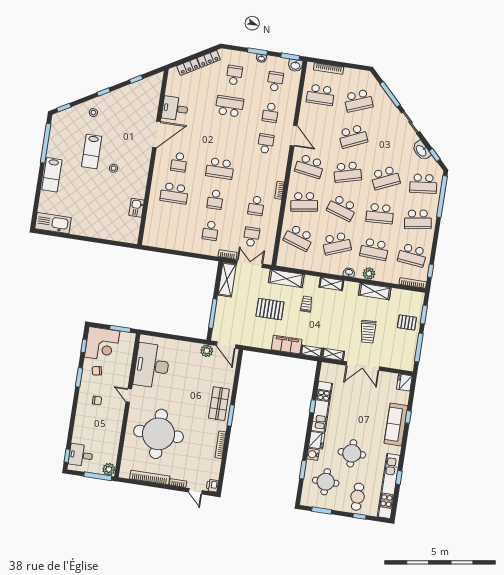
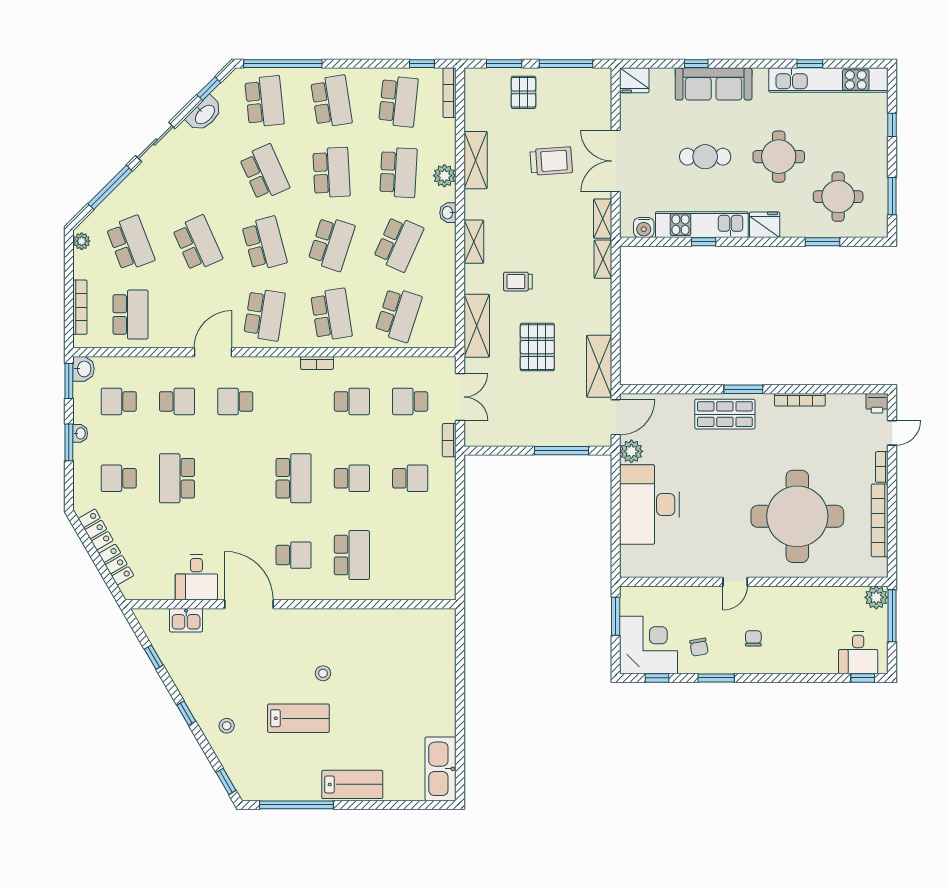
plant: (364, 75) -> (82, 241), added
kitchen sink: (136, 208) -> (186, 620), moved
school desk: (337, 243) -> (398, 244), turned 45
double door: (250, 264) -> (460, 397), swing flipped
shelving: (227, 280) -> (599, 366), moved, turned 90
filing cabinet: (287, 345) -> (598, 307), removed
desk: (152, 366) -> (650, 505), moved, turned 90
double door: (363, 366) -> (616, 161), swing flipped
water cooler: (313, 454) -> (644, 228), moved
cafe table: (358, 497) -> (705, 157), moved

